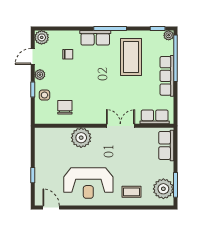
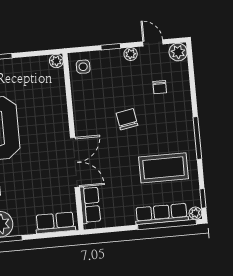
row of seats: (95, 38) -> (184, 120), removed
row of seats: (167, 76) -> (162, 214), moved
side table: (44, 95) -> (83, 67), moved
chair: (65, 107) -> (127, 119), moved, turned -100
double door: (120, 126) -> (75, 162), width x1.37
plant: (81, 138) -> (56, 61), moved, width x0.53, depth x0.53

